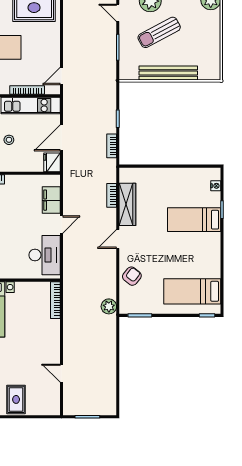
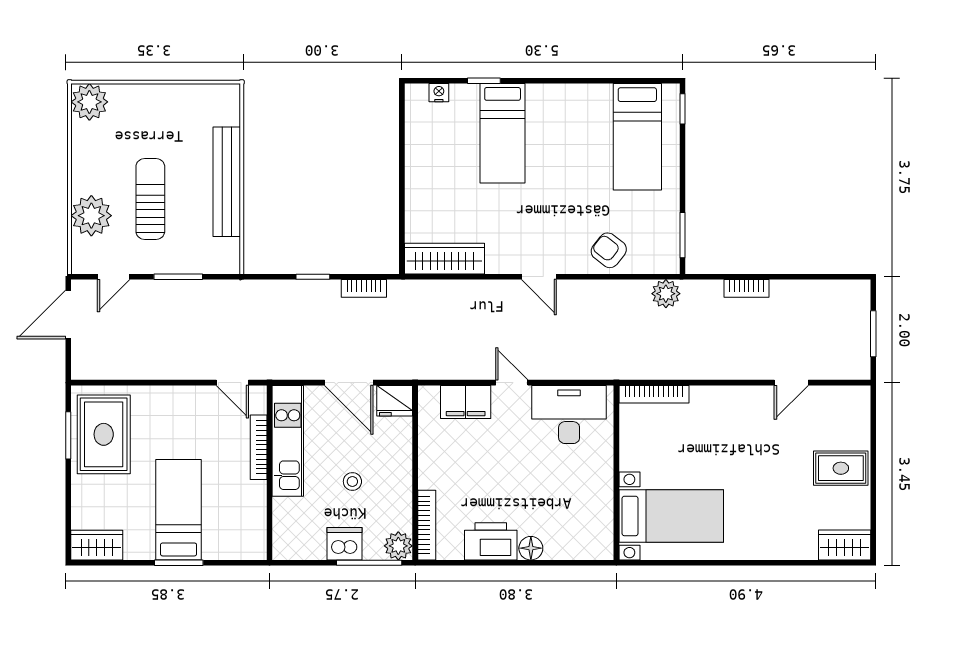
sun lounger: (159, 32) -> (150, 199), turned -152
bookcase: (112, 195) -> (746, 288), moved
wardrobe: (127, 204) -> (444, 259), moved

